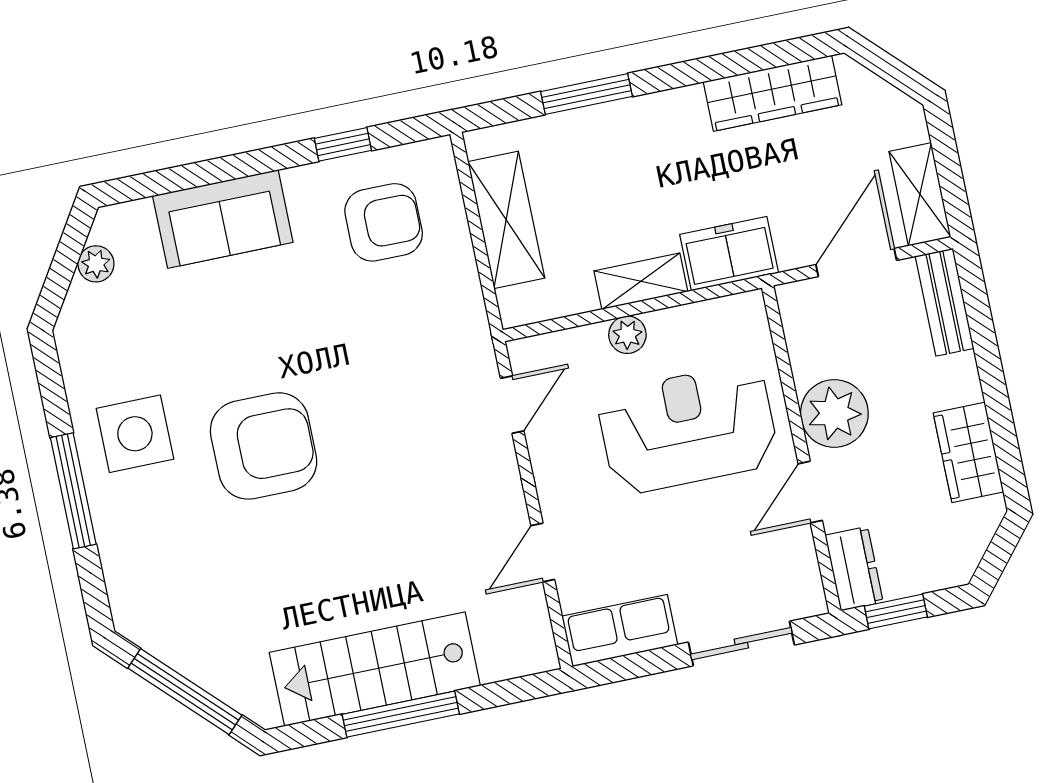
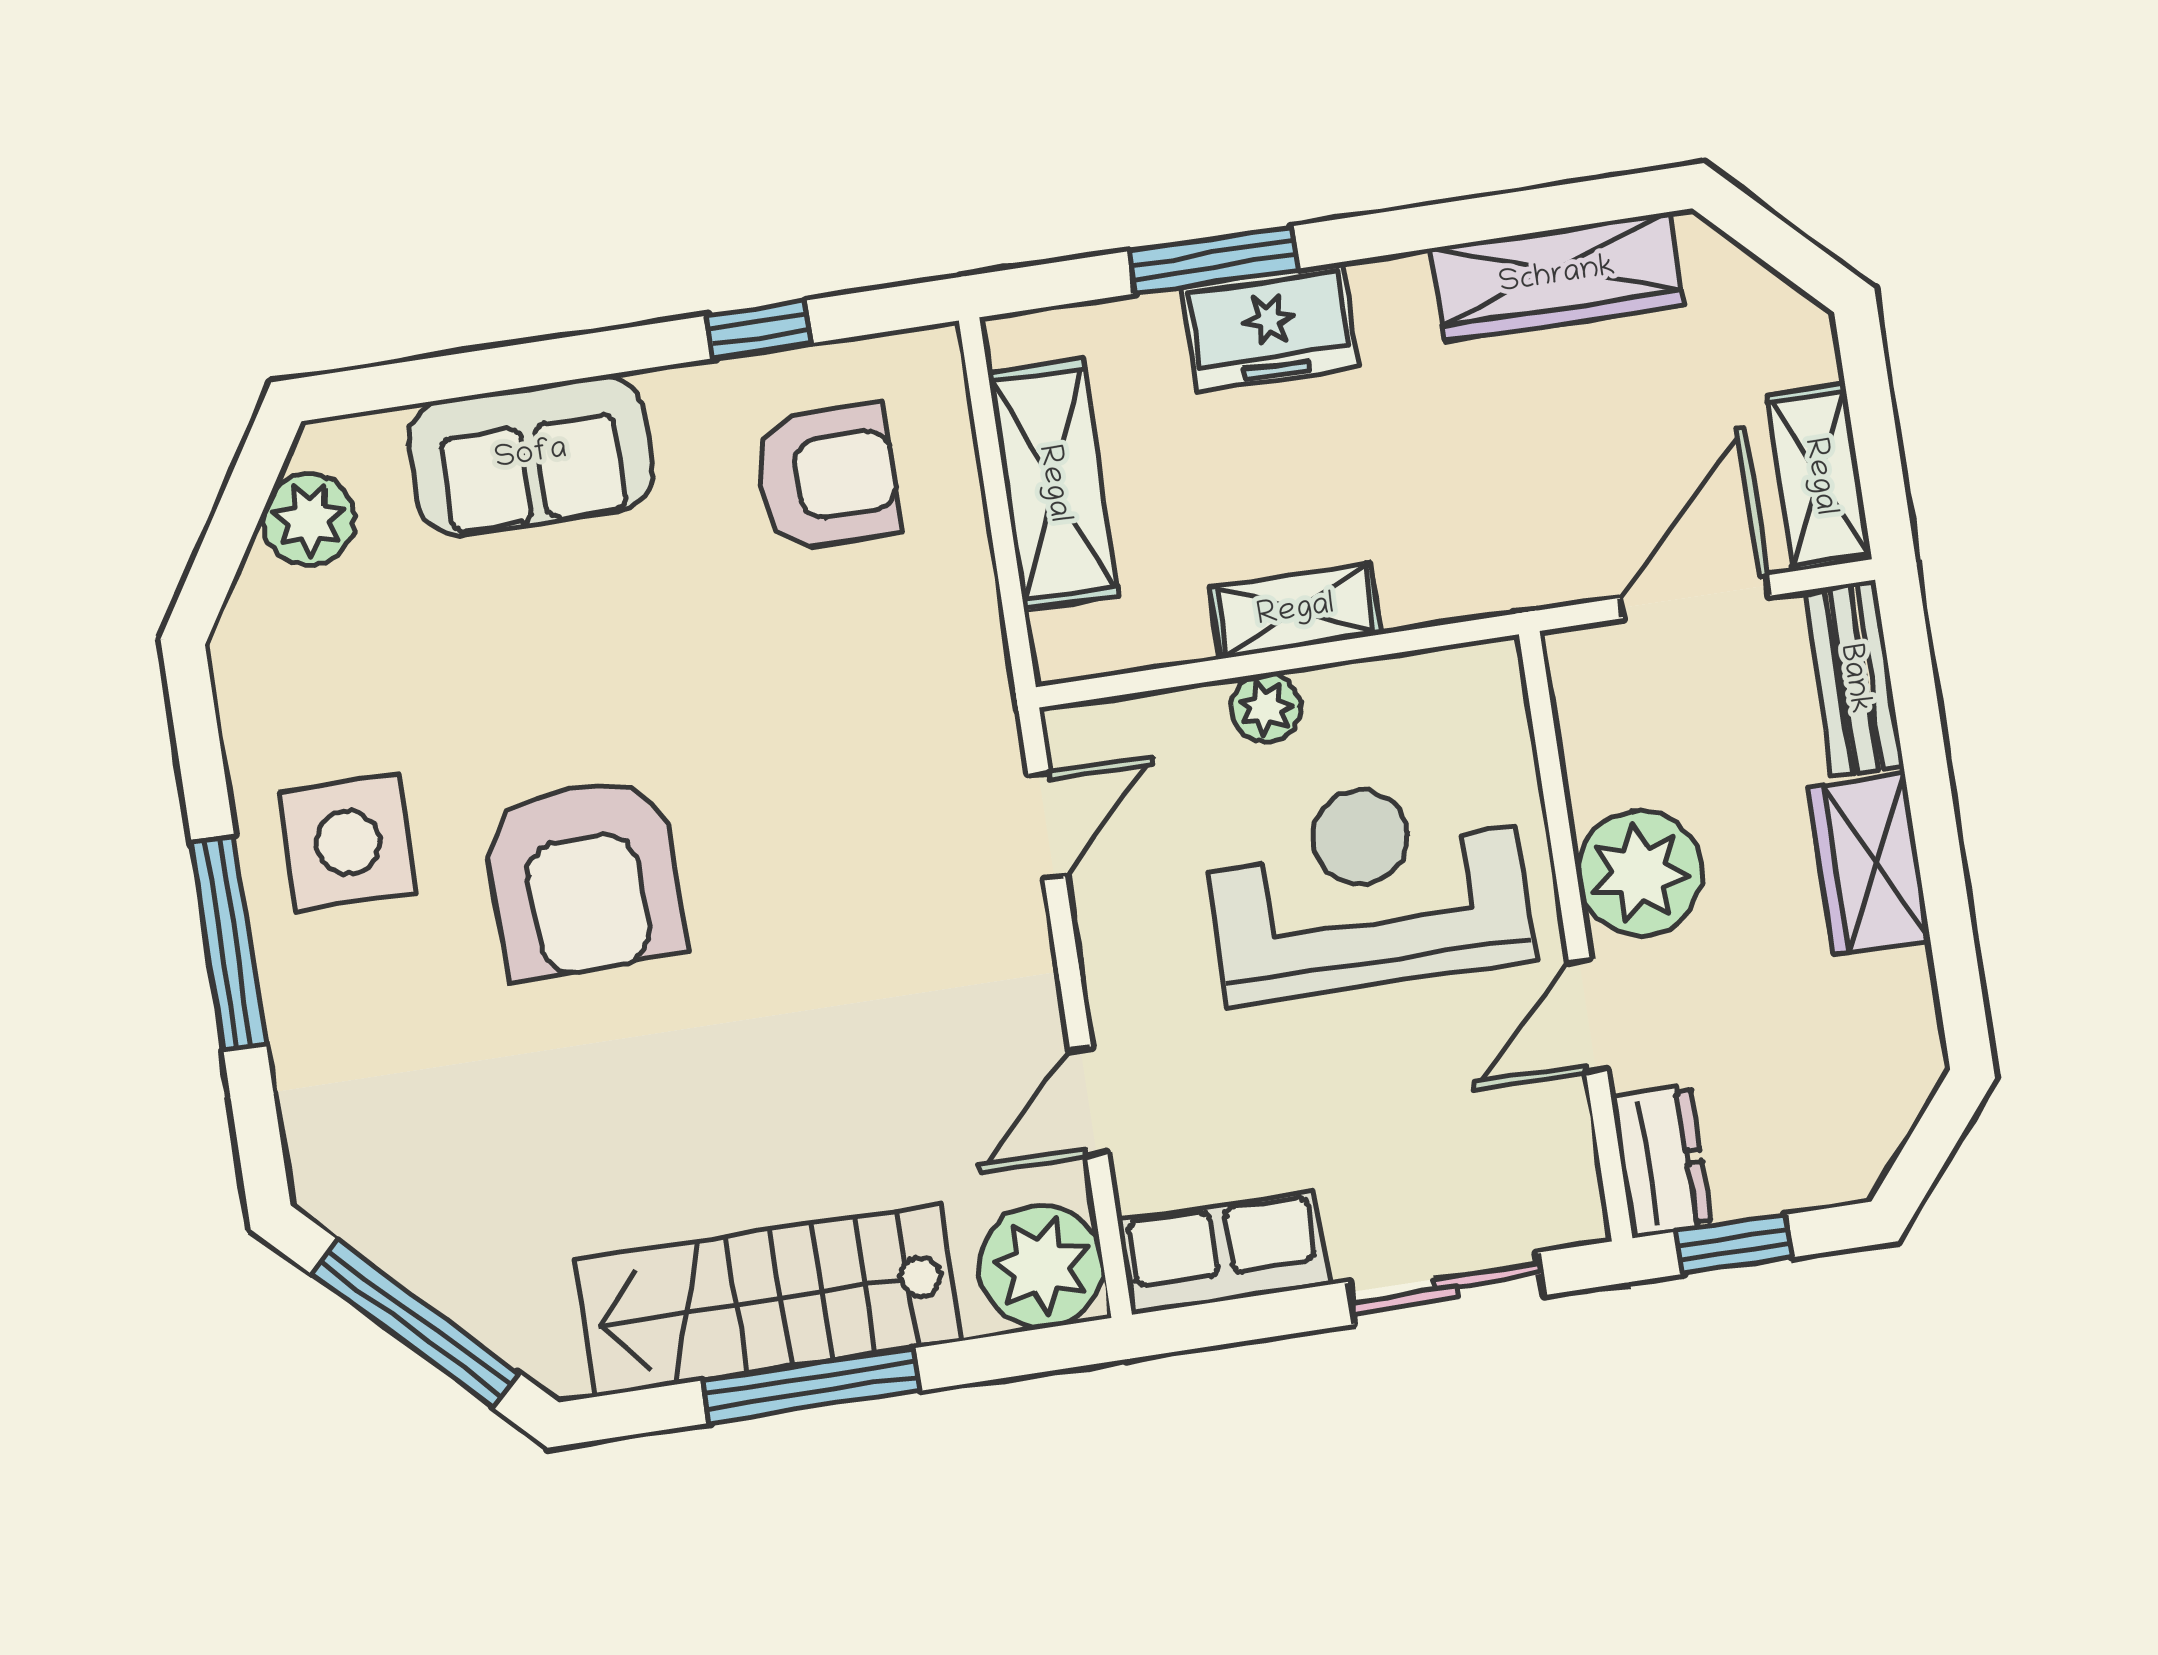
freezer: (729, 254) -> (1270, 327), moved, turned 180
plant: (96, 264) -> (309, 519), width x1.38, depth x1.38
armchair: (264, 446) -> (584, 878), turned 88
wardrobe: (968, 452) -> (1869, 864), moved
plant: (522, 643) -> (1041, 1266), added

